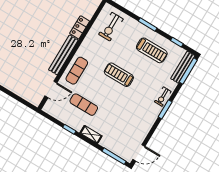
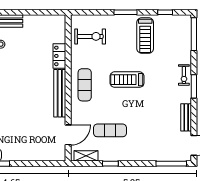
exercise bike: (111, 27) -> (90, 36), turned -90
treadmill: (152, 50) -> (145, 35), turned 90
bench: (183, 67) -> (186, 117), moved, width x0.73
exercise mat: (77, 71) -> (85, 85), moved
shelving: (91, 134) -> (86, 156), moved

